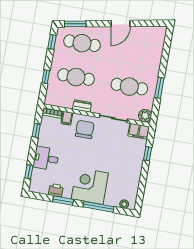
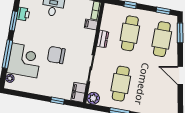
chair: (85, 129) -> (56, 55), moved, turned 180
corner desk: (90, 186) -> (24, 60), moved

